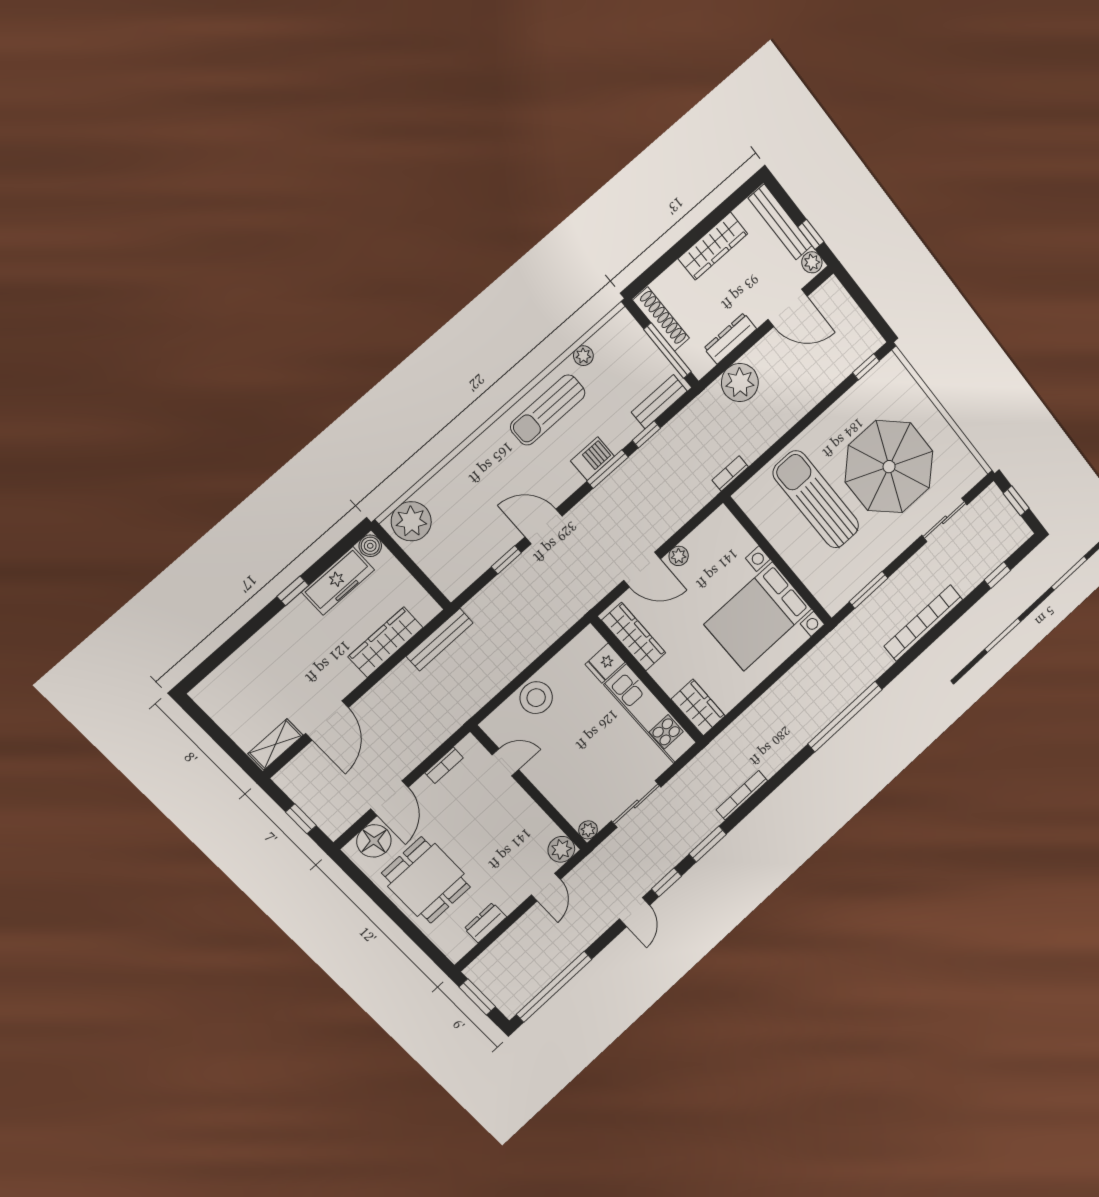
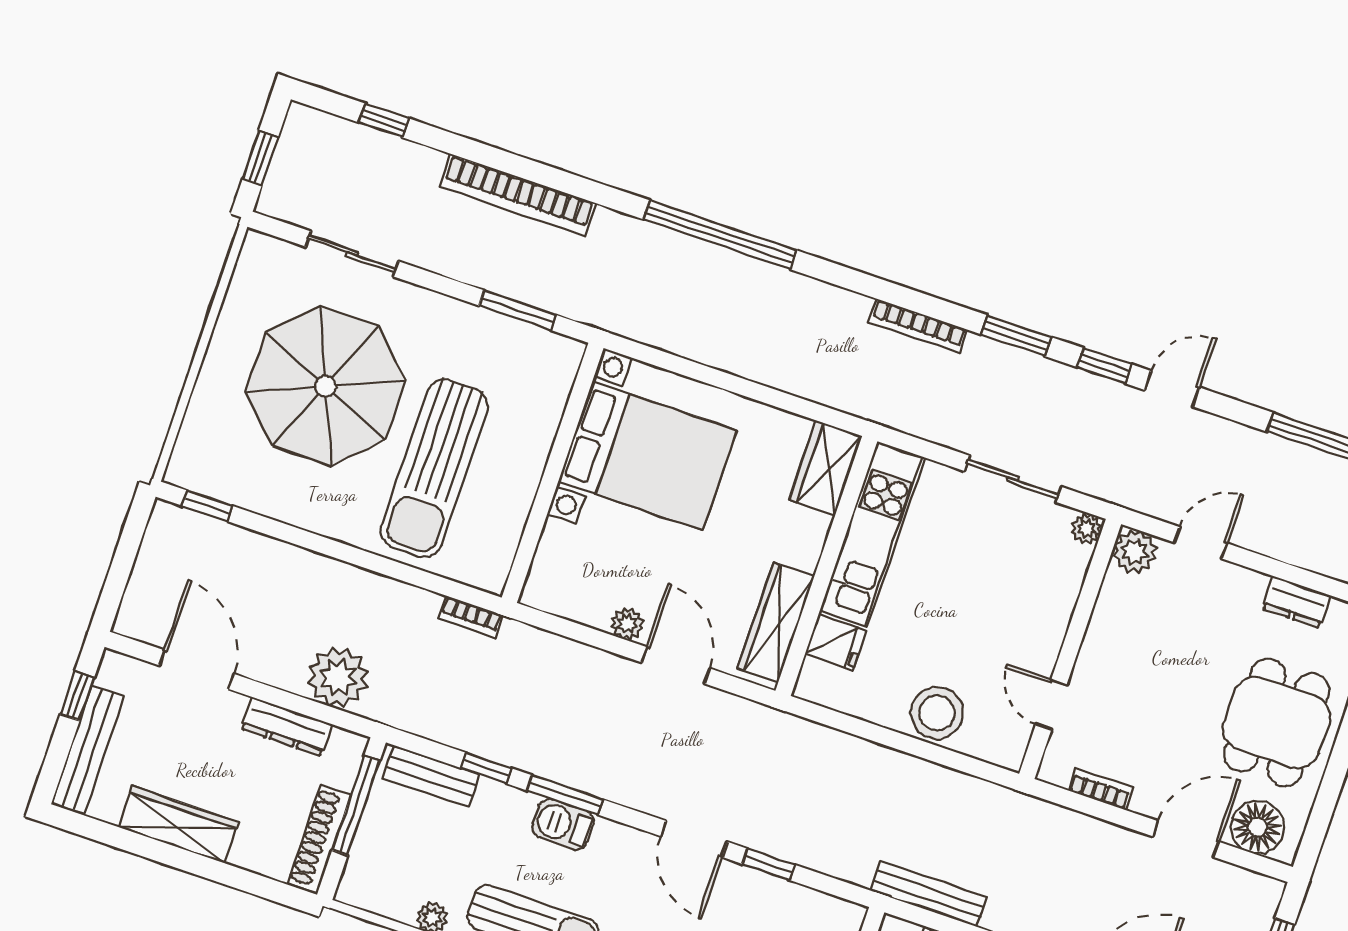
plant: (812, 262) -> (114, 672), removed

